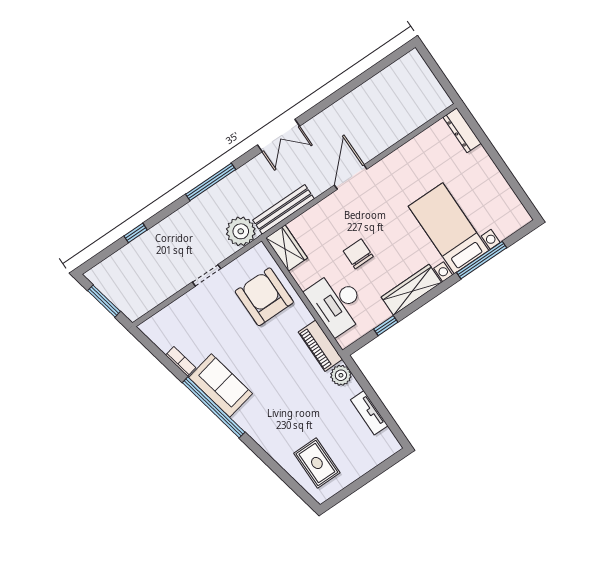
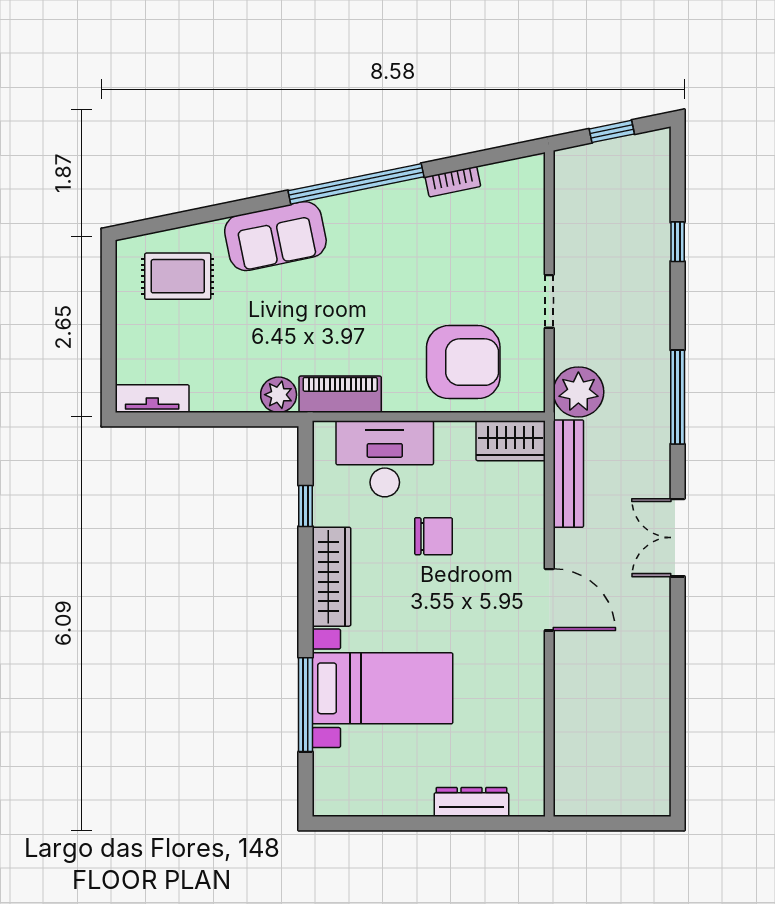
dresser: (462, 130) -> (471, 802), moved
window: (104, 301) -> (612, 131), width x0.67
sofa: (220, 386) -> (275, 236), moved
tv unit: (369, 413) -> (152, 399), moved

